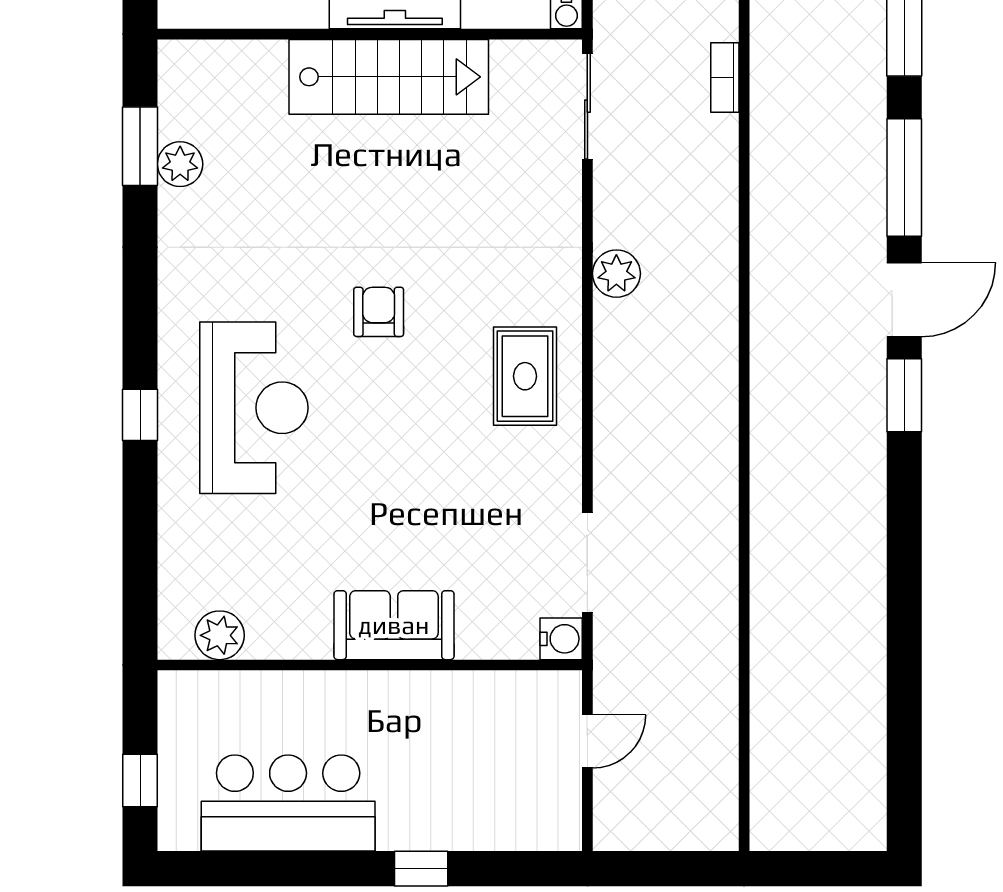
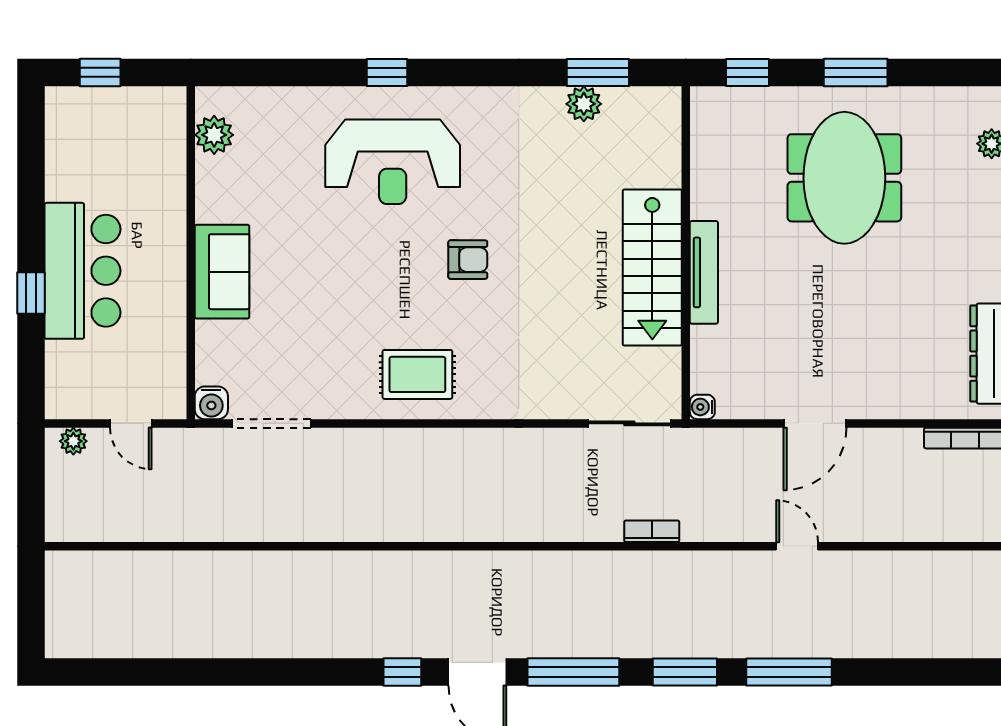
plant: (616, 274) -> (73, 441), moved, width x0.73, depth x0.73
window: (904, 395) -> (402, 672), width x0.67
bar counter: (288, 803) -> (82, 271), moved

